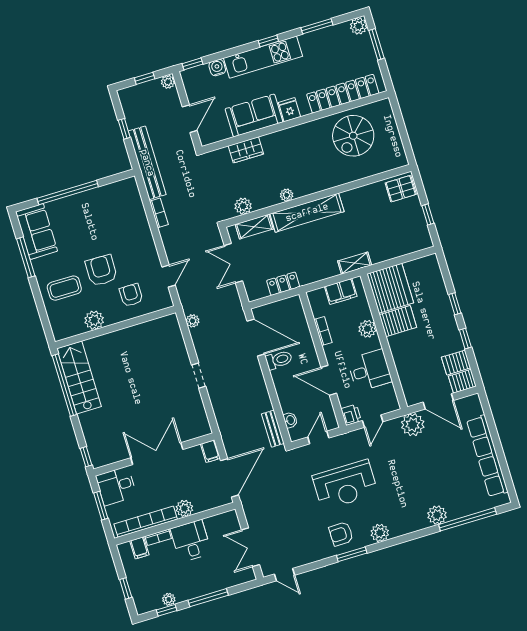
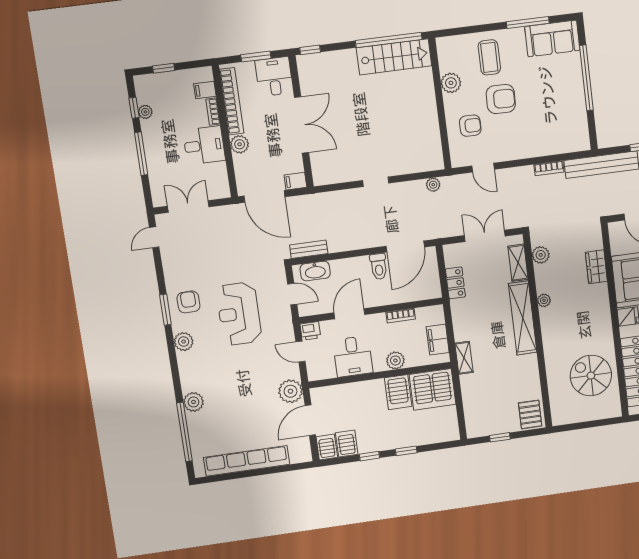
washbasin: (290, 420) -> (315, 271), width x1.91, depth x1.45

